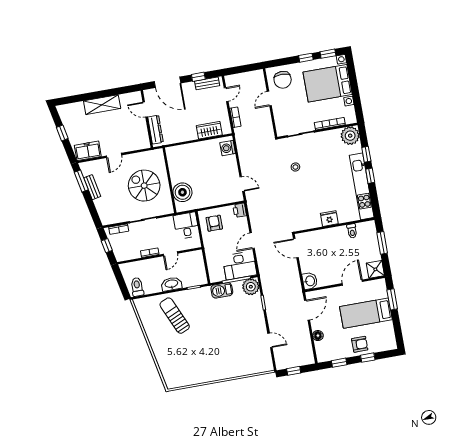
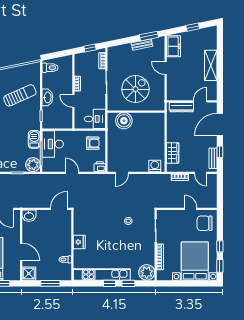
desk: (240, 266) -> (53, 144), moved

